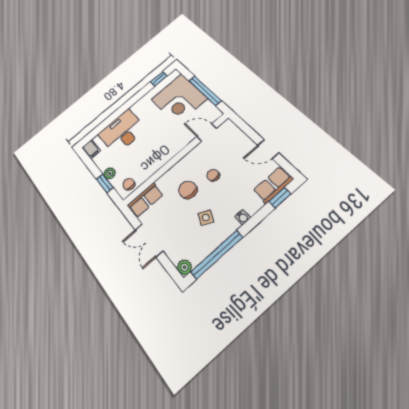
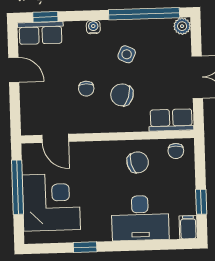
window: (159, 79) -> (85, 247), moved
chair: (147, 159) -> (138, 162), added
plant: (110, 173) -> (187, 180), removed
window: (105, 183) -> (201, 202), moved
chair: (188, 190) -> (122, 95), turned 108

